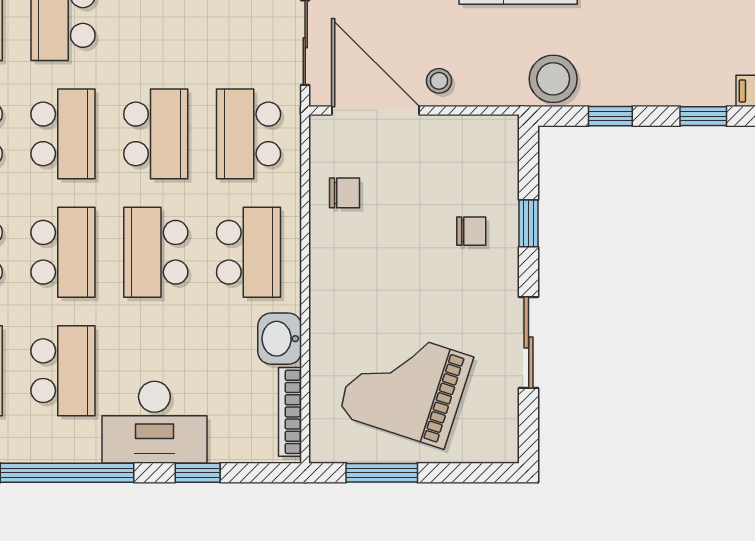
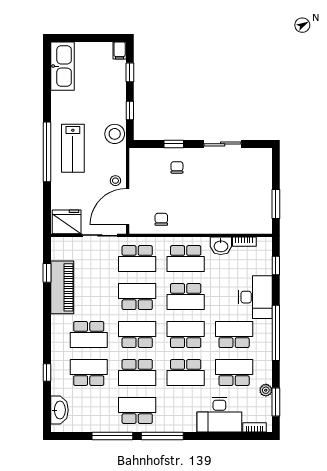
school desk: (249, 252) -> (186, 259), turned 180
grand piano: (405, 386) -> (240, 194), removed
bookcase: (290, 412) -> (244, 242), width x0.64
window: (198, 473) -> (276, 266), moved

